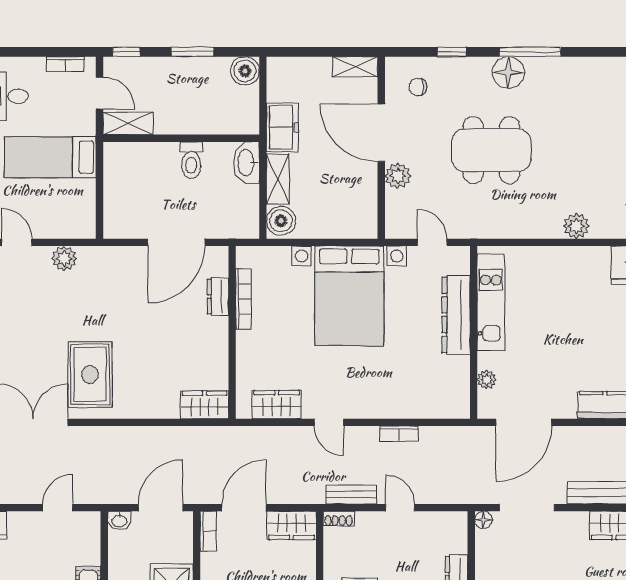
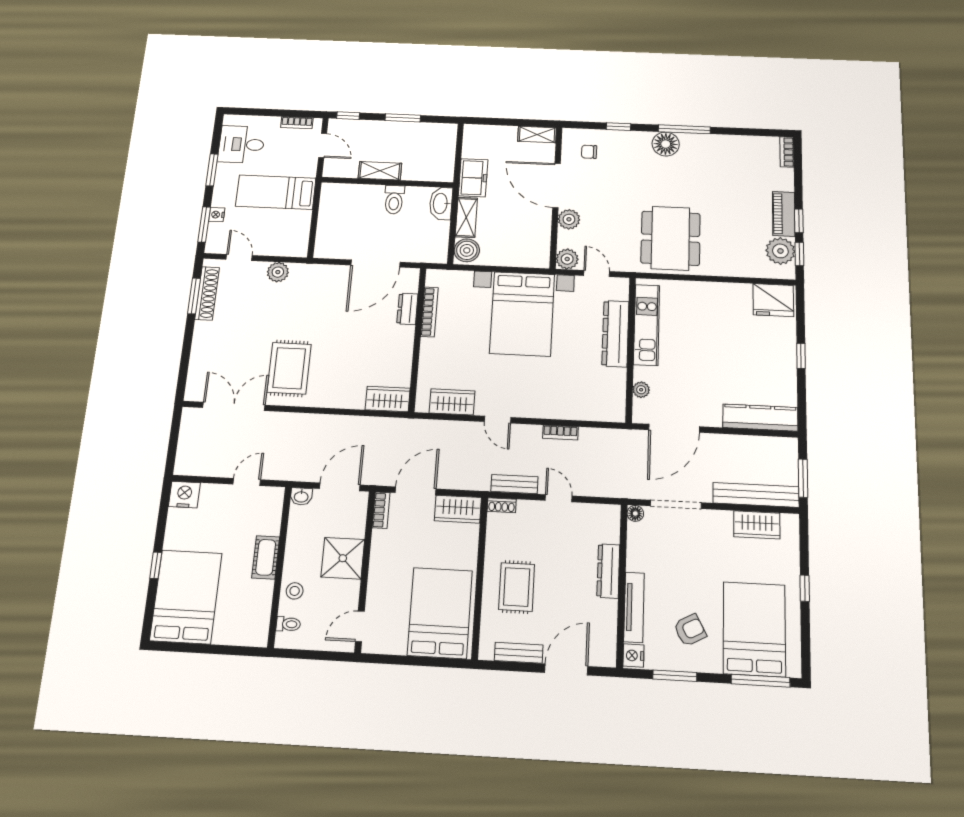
boiler: (245, 71) -> (445, 134), removed
shelving: (128, 123) -> (380, 171), moved
dining table: (491, 150) -> (670, 238), moved, turned 90
plant: (576, 226) -> (567, 259), moved

